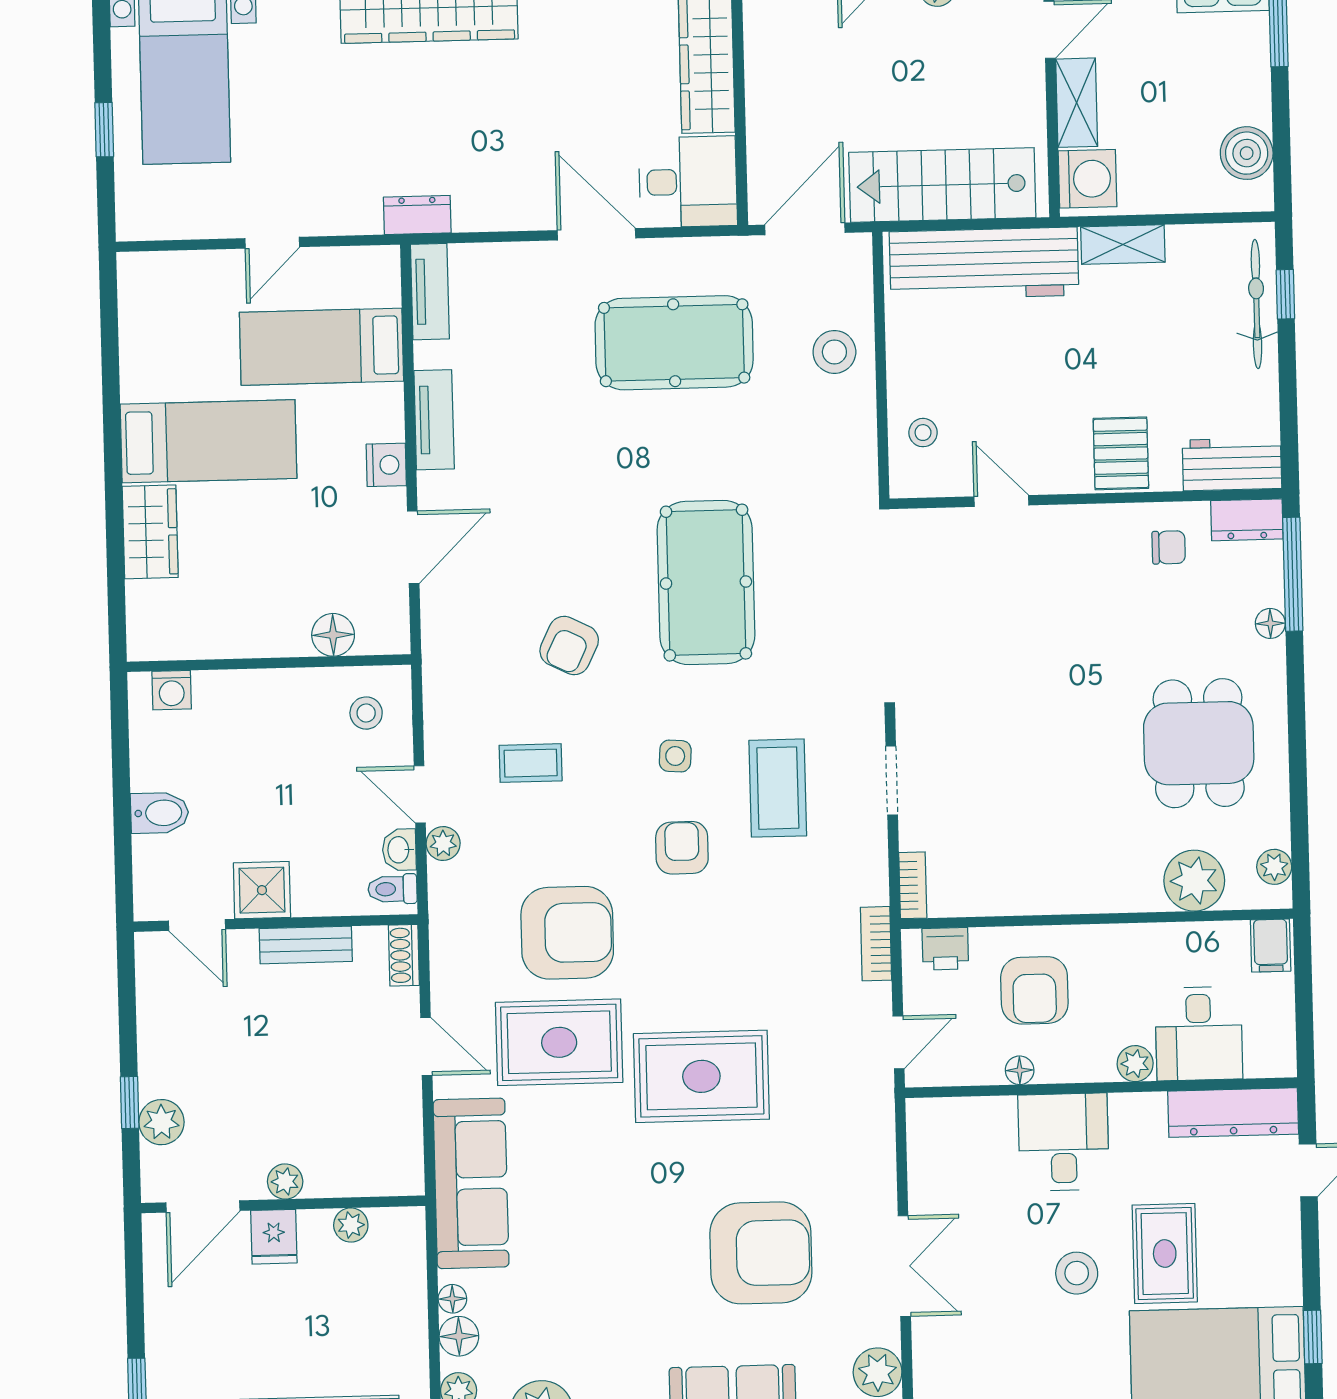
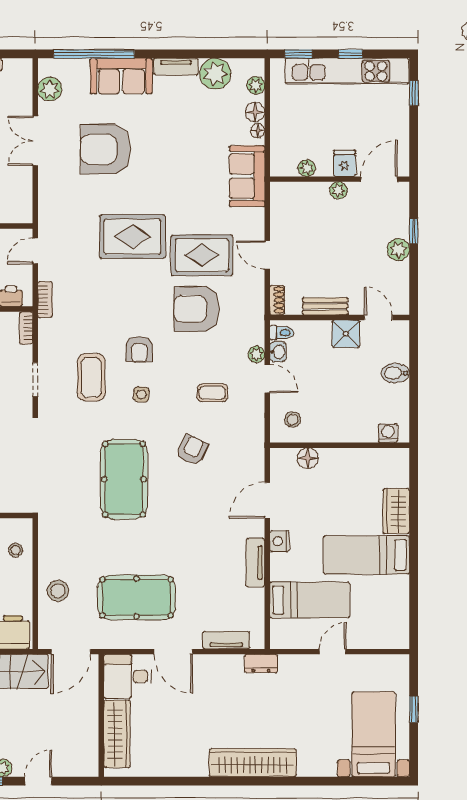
tv unit: (430, 292) -> (226, 640), moved, turned 90
plant: (161, 1122) -> (398, 250), moved
sofa: (471, 1183) -> (247, 176), width x0.73

